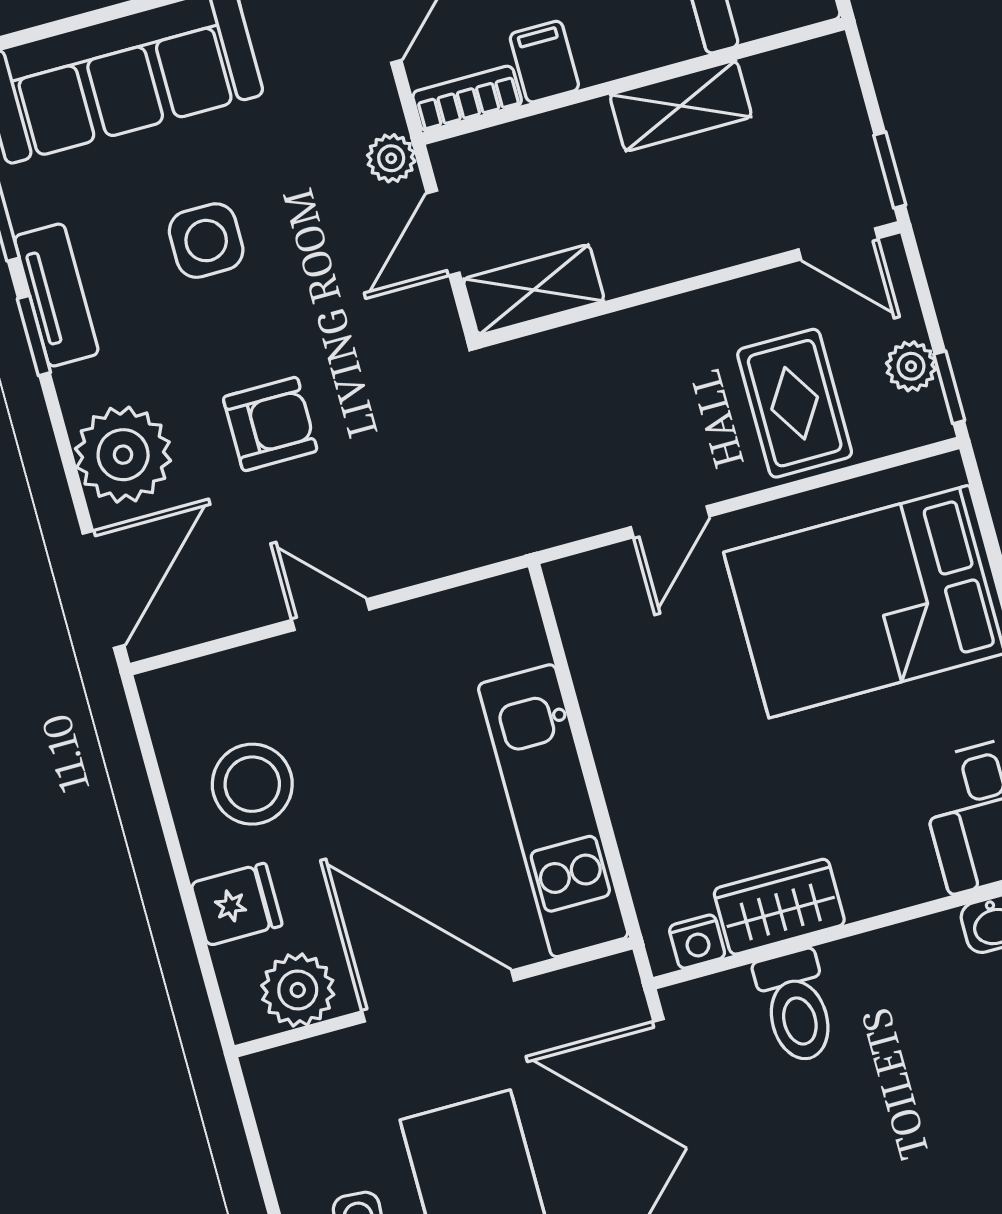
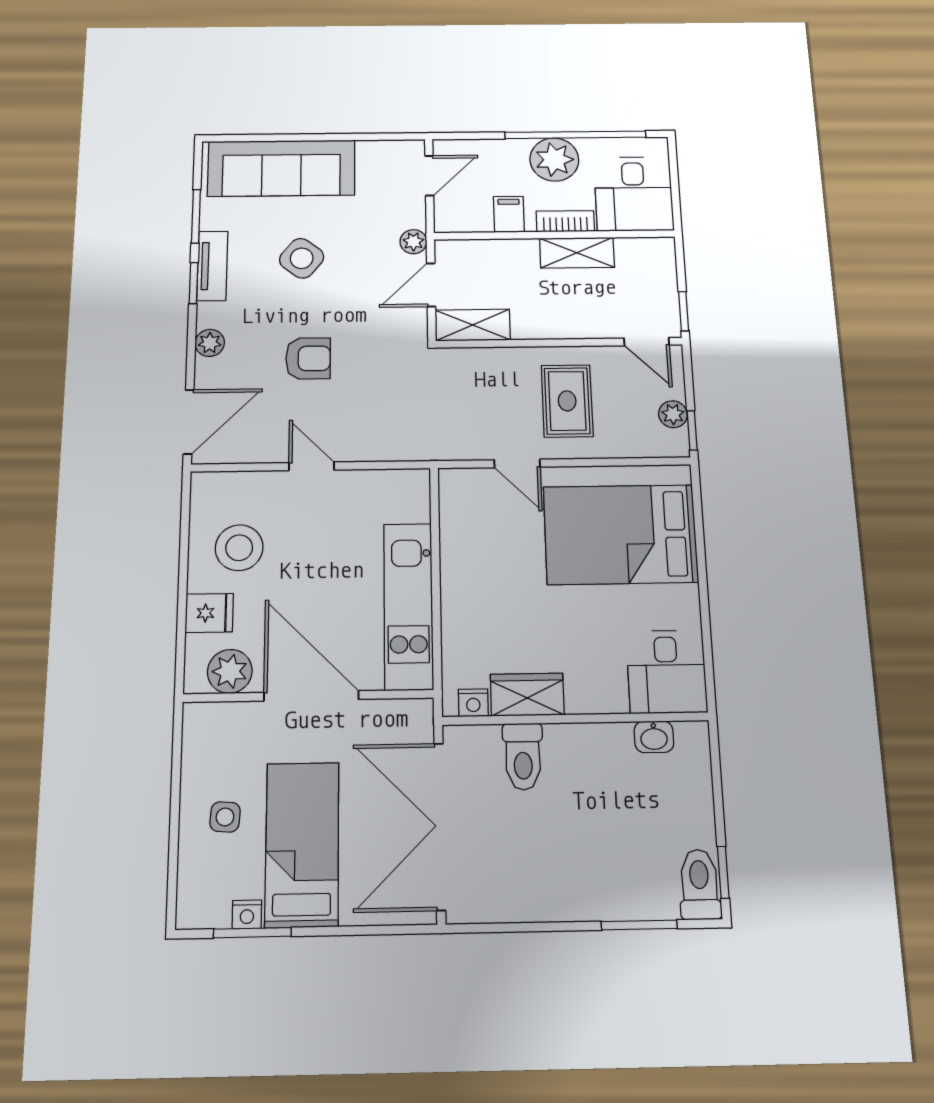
bookcase: (467, 99) -> (565, 221), moved
side table: (206, 241) -> (302, 258), turned 38
rug: (795, 403) -> (567, 401), moved
plant: (123, 455) -> (210, 343), width x0.53, depth x0.53
door: (670, 522) -> (517, 463), hinge flipped

